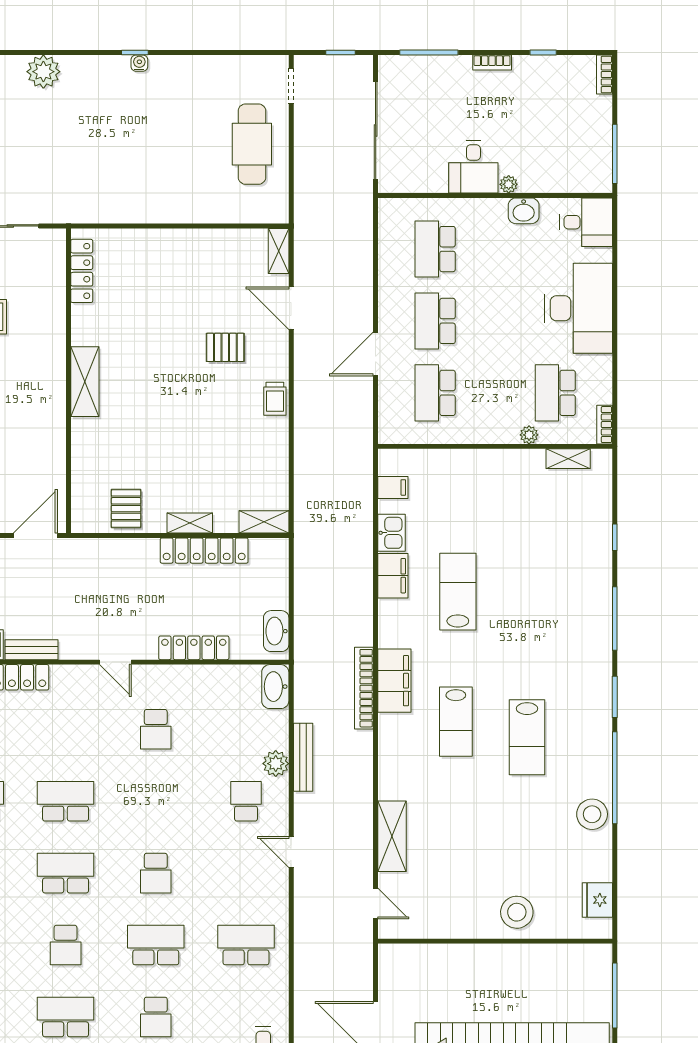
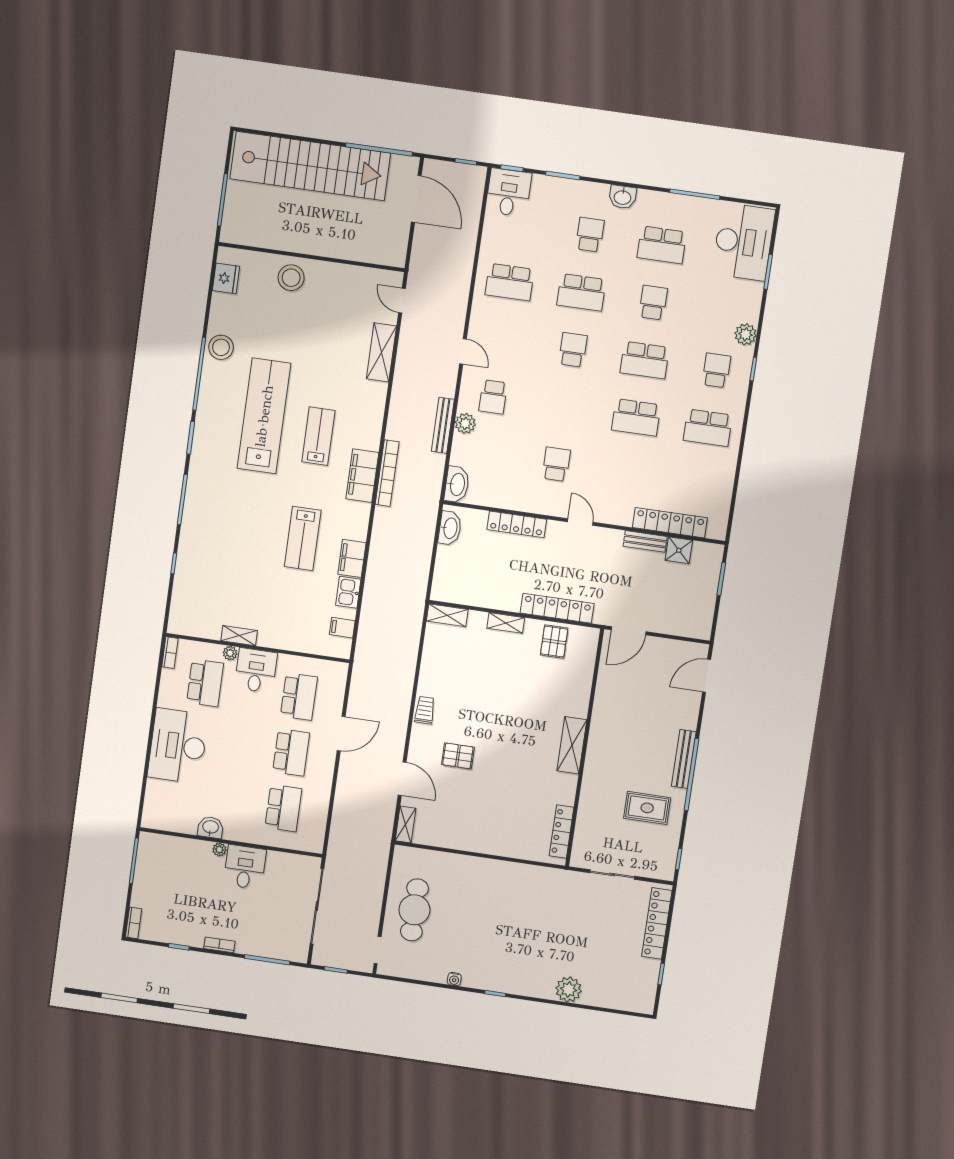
water cooler: (139, 63) -> (454, 979), moved
desk: (586, 222) -> (256, 670), moved, turned 90
shelving: (568, 459) -> (239, 636), moved
locker: (204, 551) -> (557, 608), moved
lab bench: (527, 737) -> (264, 416), width x1.86, depth x1.39

